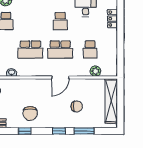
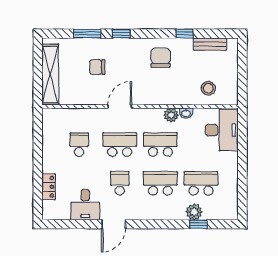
school desk: (30, 21) -> (160, 183), added
plant: (95, 71) -> (171, 115), moved
window: (25, 131) -> (184, 34), moved

